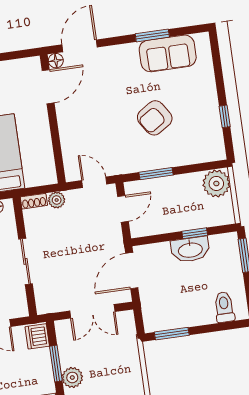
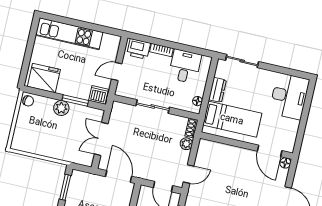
floor lamp: (56, 61) -> (285, 163), moved
door: (48, 87) -> (270, 151), moved
wall: (53, 119) -> (246, 146), moved

